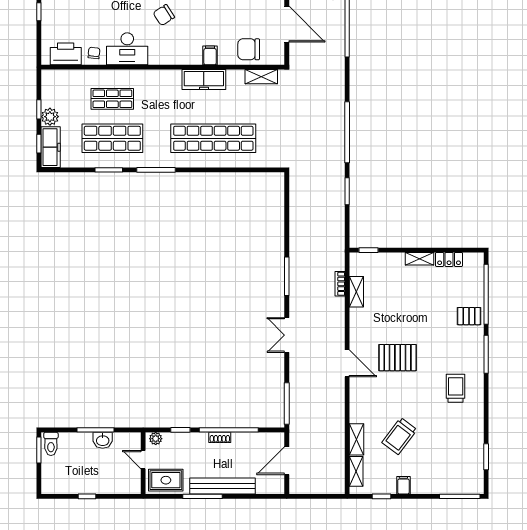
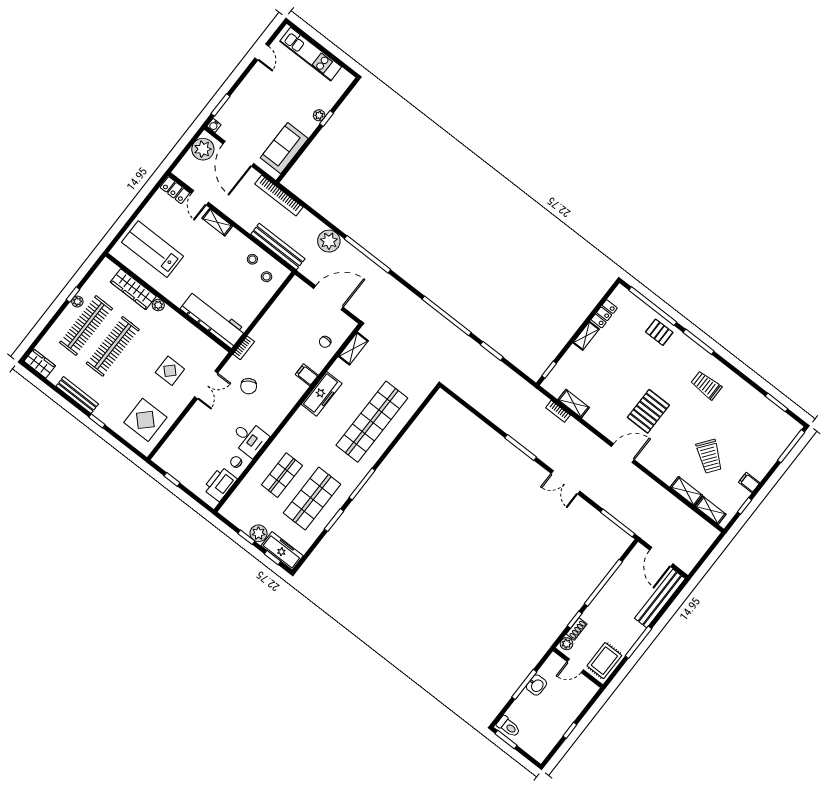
desk: (127, 49) -> (249, 438), width x0.73
chair: (249, 49) -> (325, 342), width x0.54, depth x0.54
pallet: (469, 316) -> (659, 332), turned 90
shoe rack: (220, 437) -> (577, 629), moved
bench: (223, 486) -> (660, 598), moved

